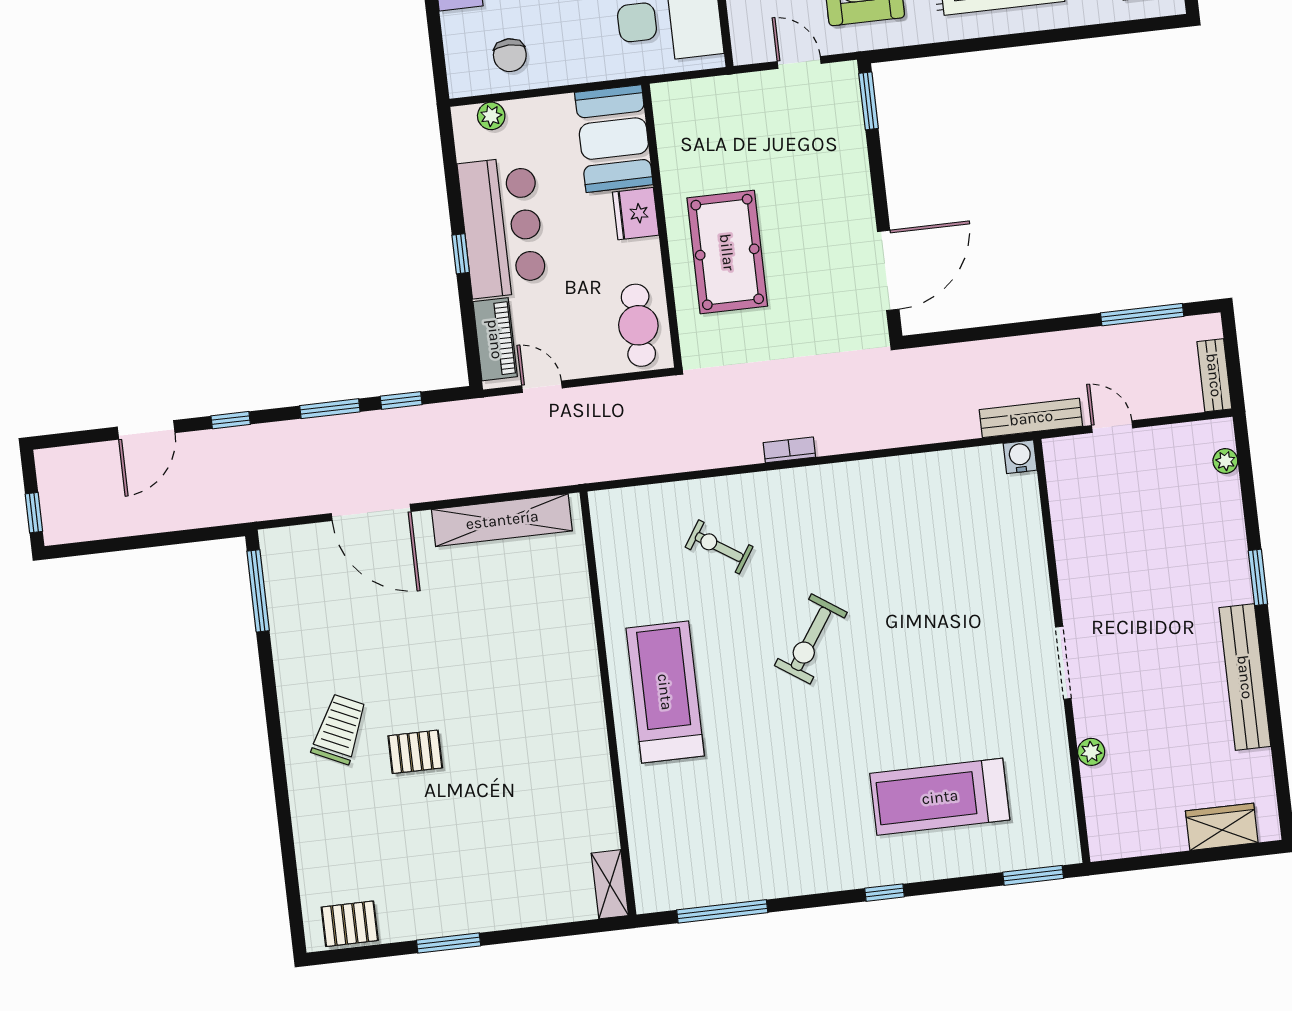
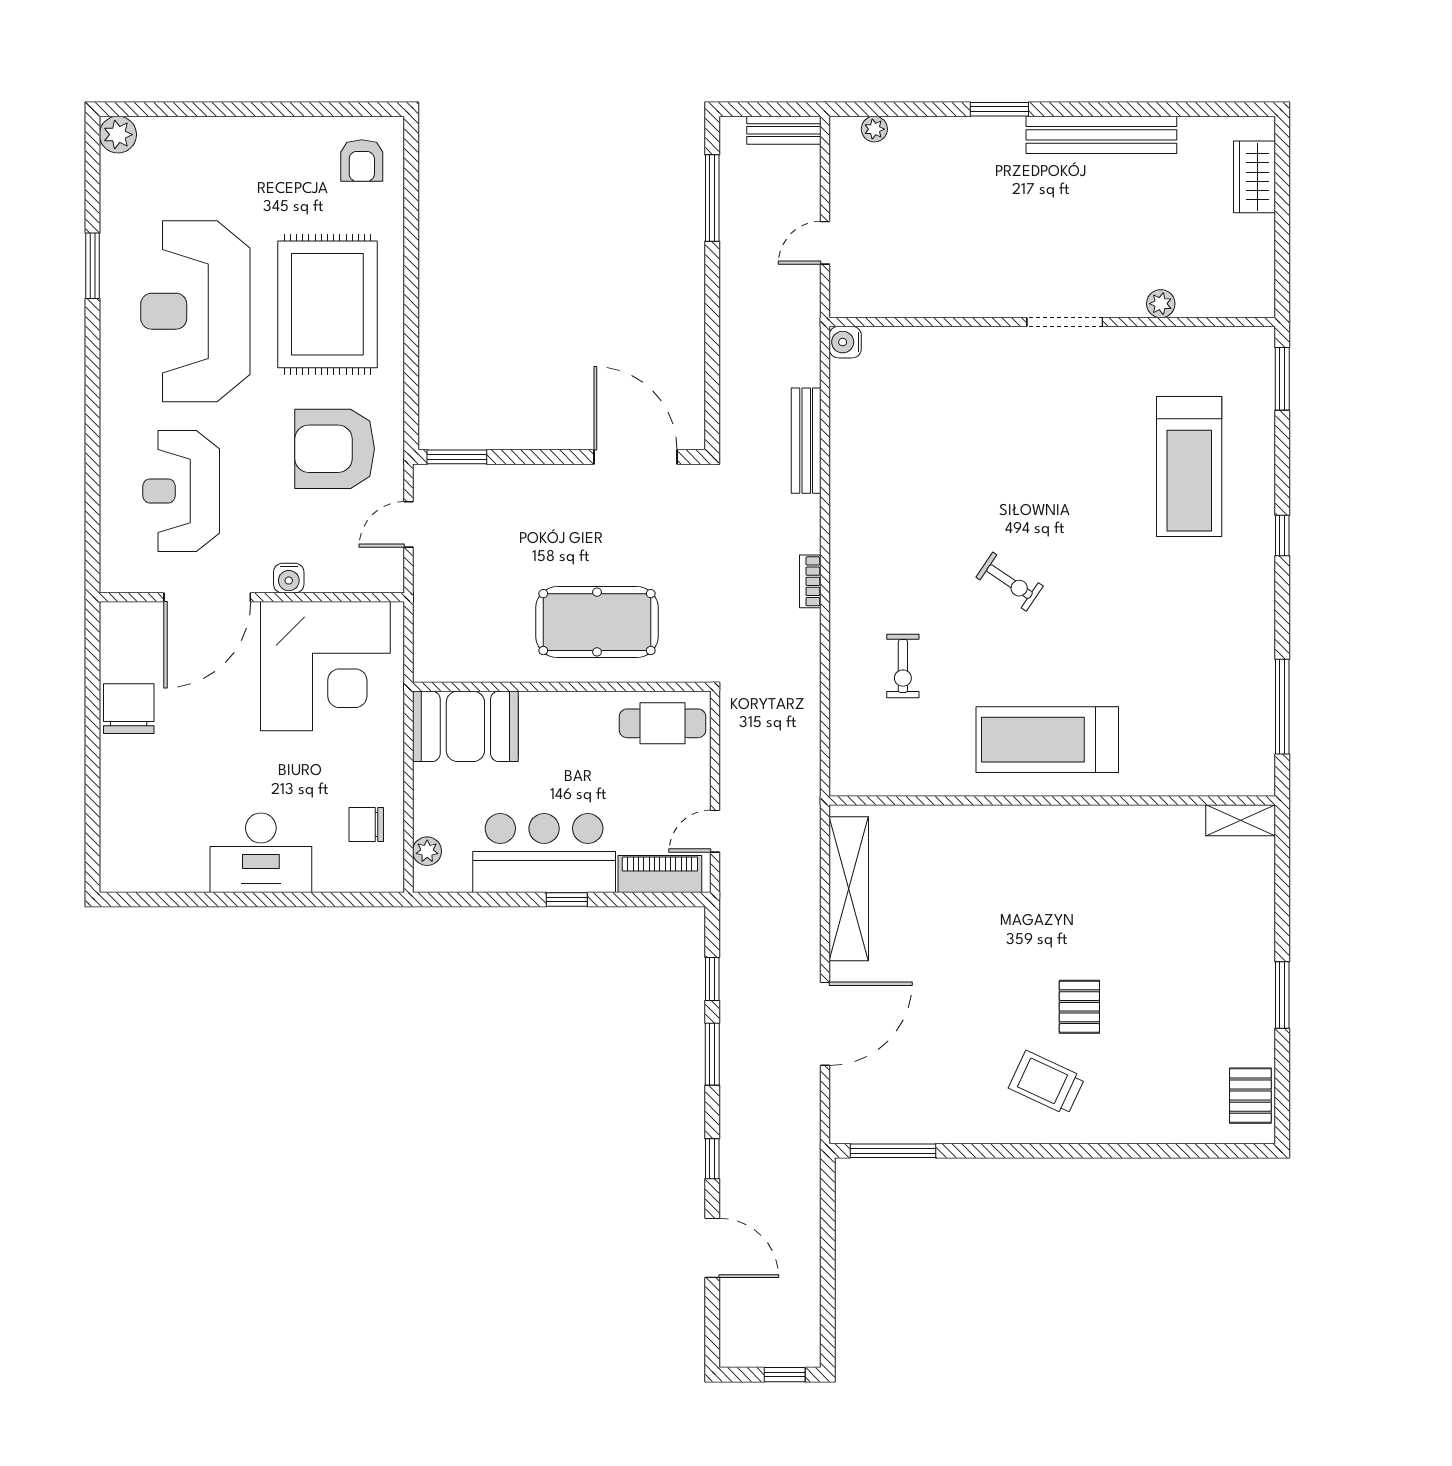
chair: (510, 55) -> (366, 824), turned 180
fridge: (636, 214) -> (546, 713), removed
bench: (1031, 418) -> (806, 441), moved
exercise bike: (719, 547) -> (903, 666), turned -33
exercise bike: (811, 639) -> (1010, 582), width x0.73, depth x0.72

